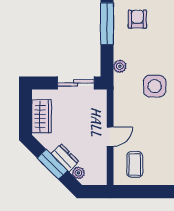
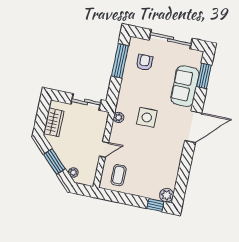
plant: (120, 66) -> (119, 117), moved
dresser: (65, 158) -> (65, 158), removed

